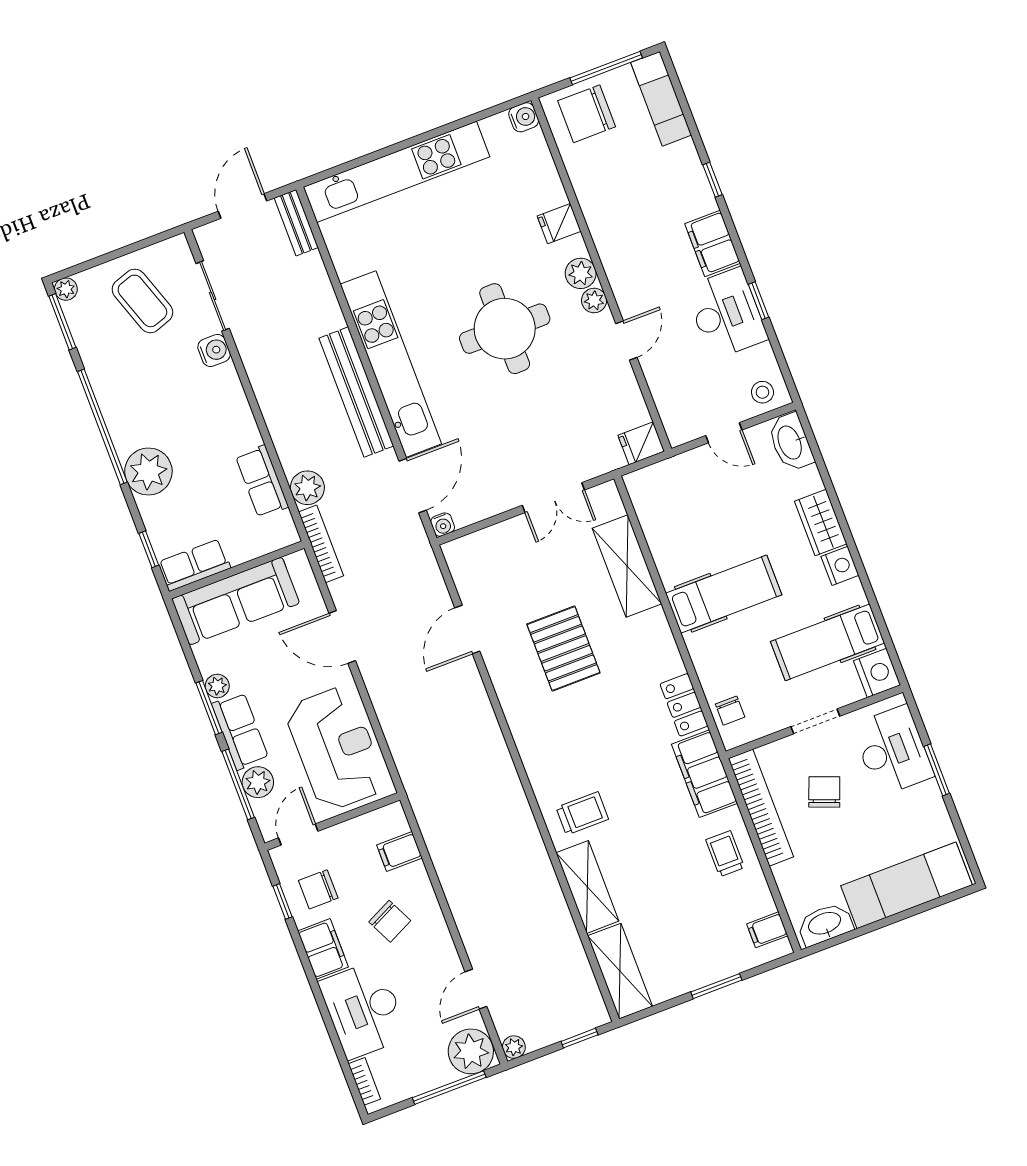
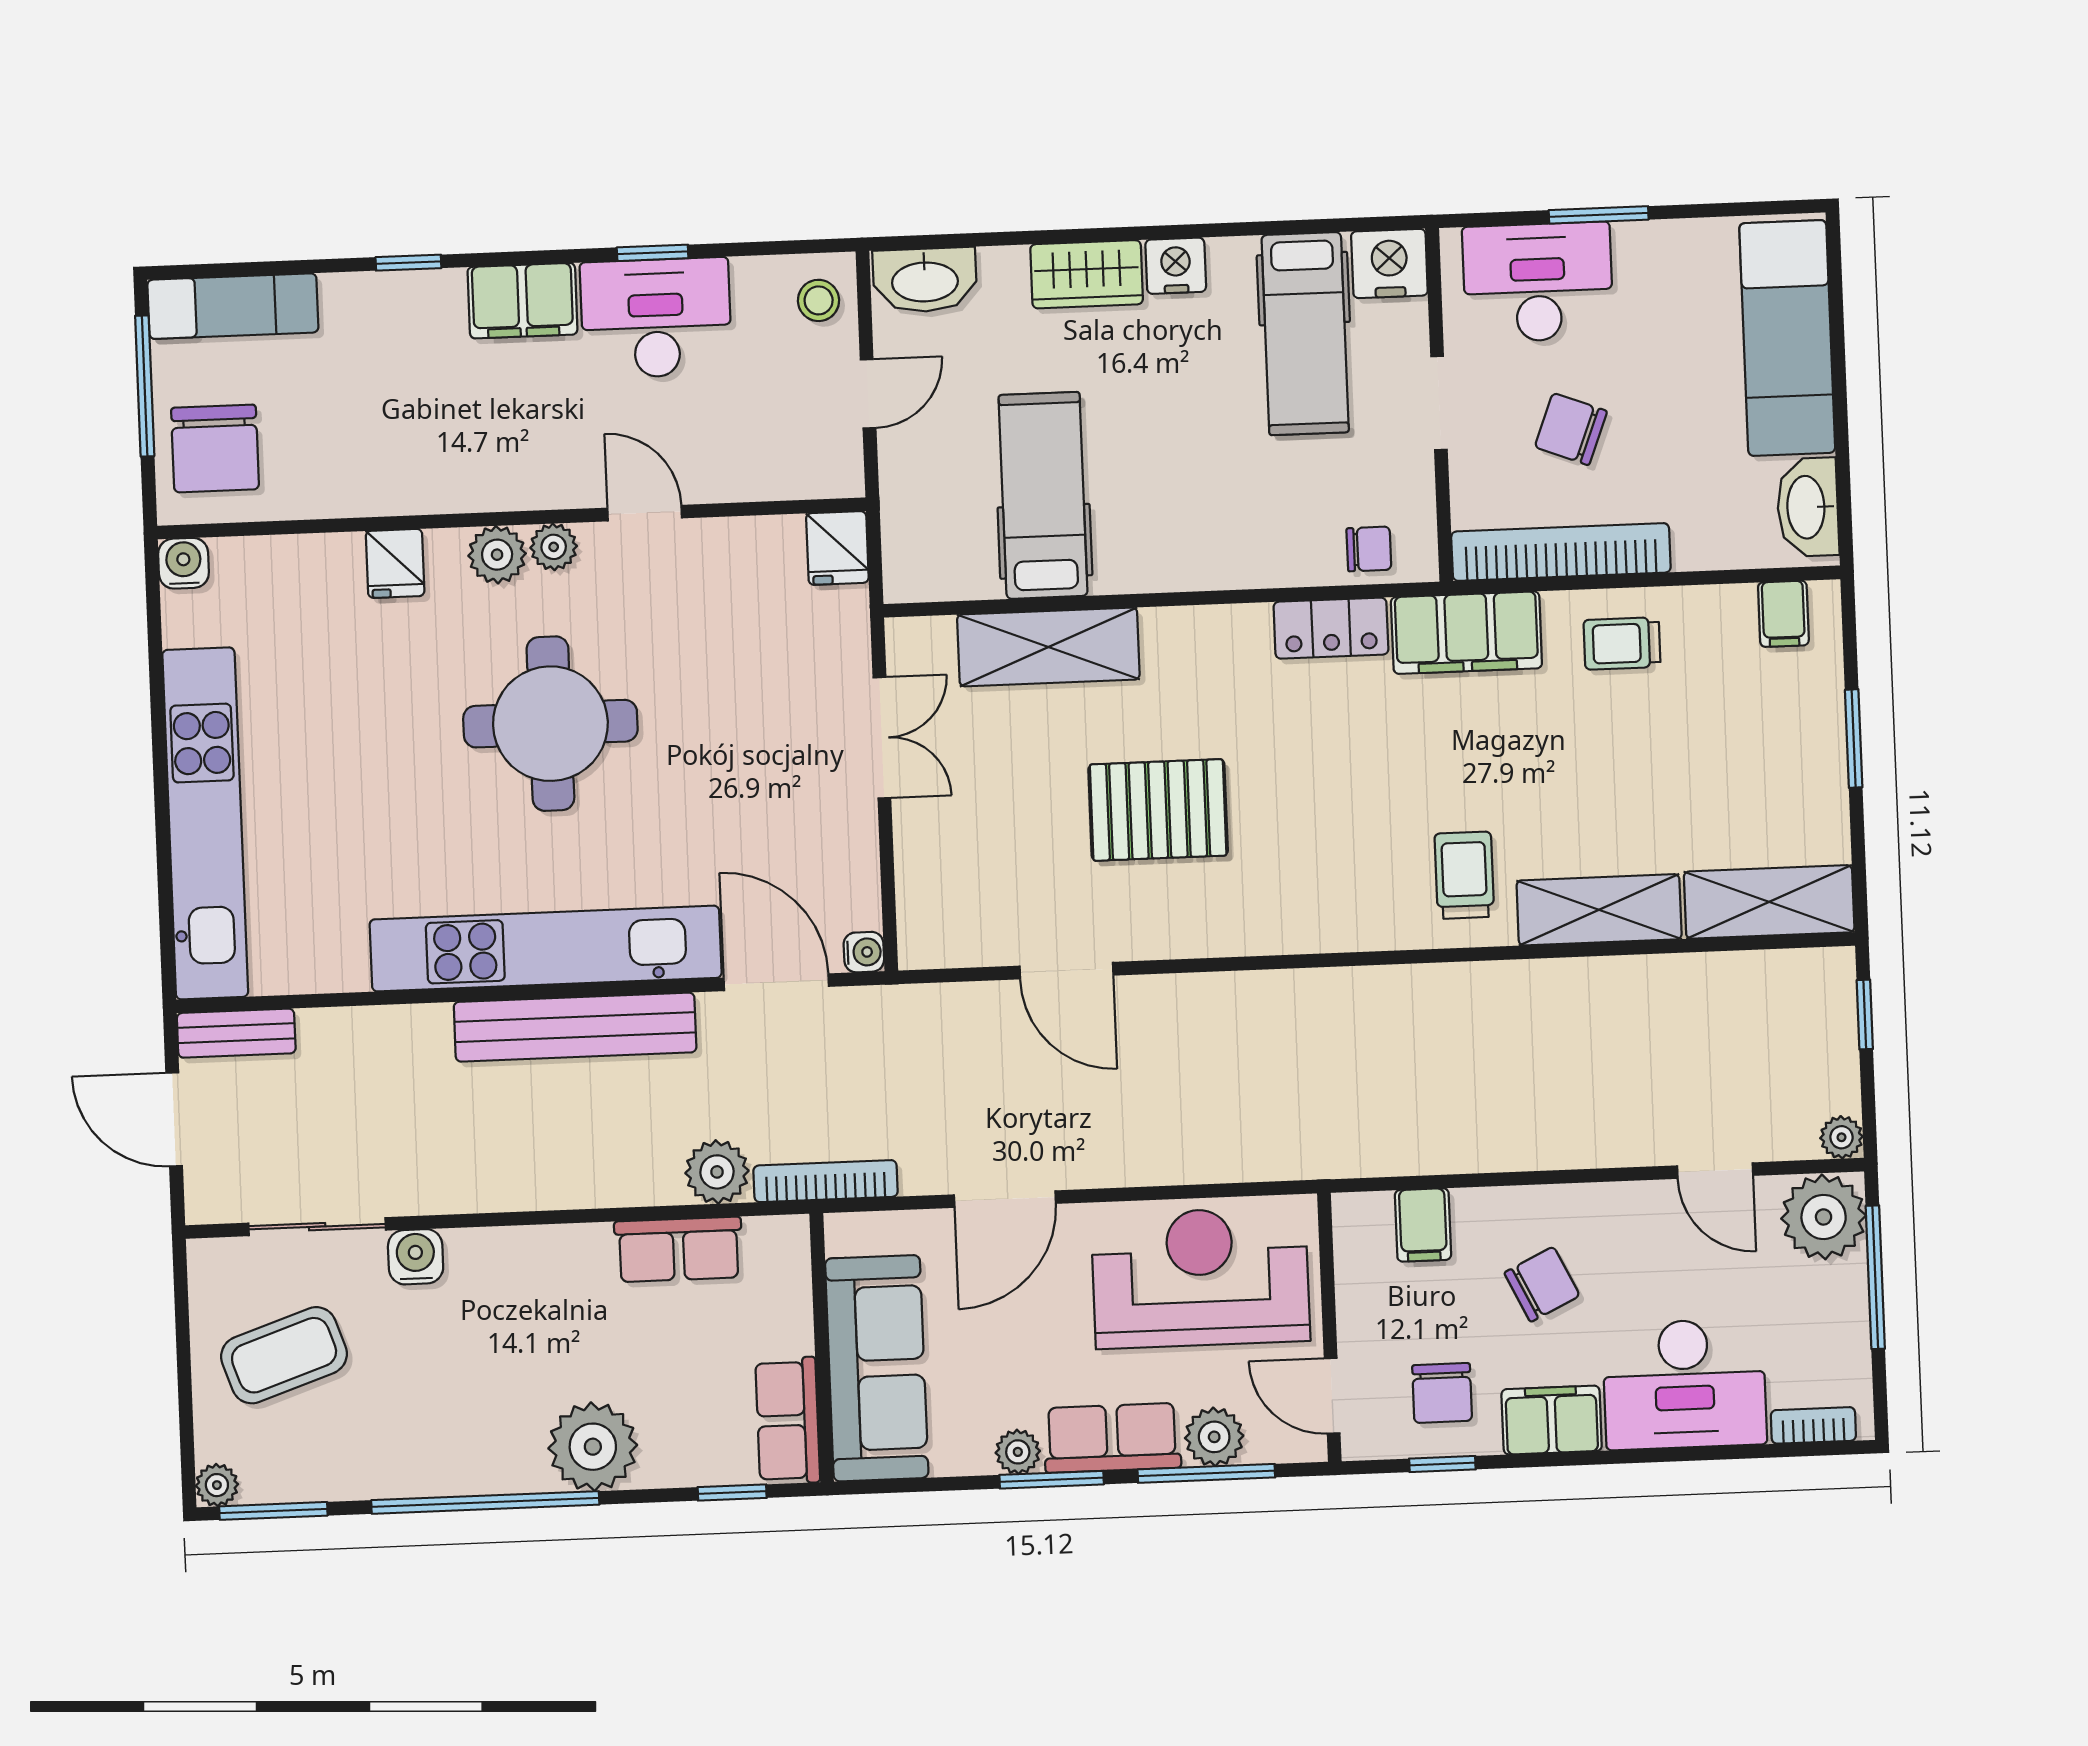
hospital bed: (724, 594) -> (1043, 495), moved

